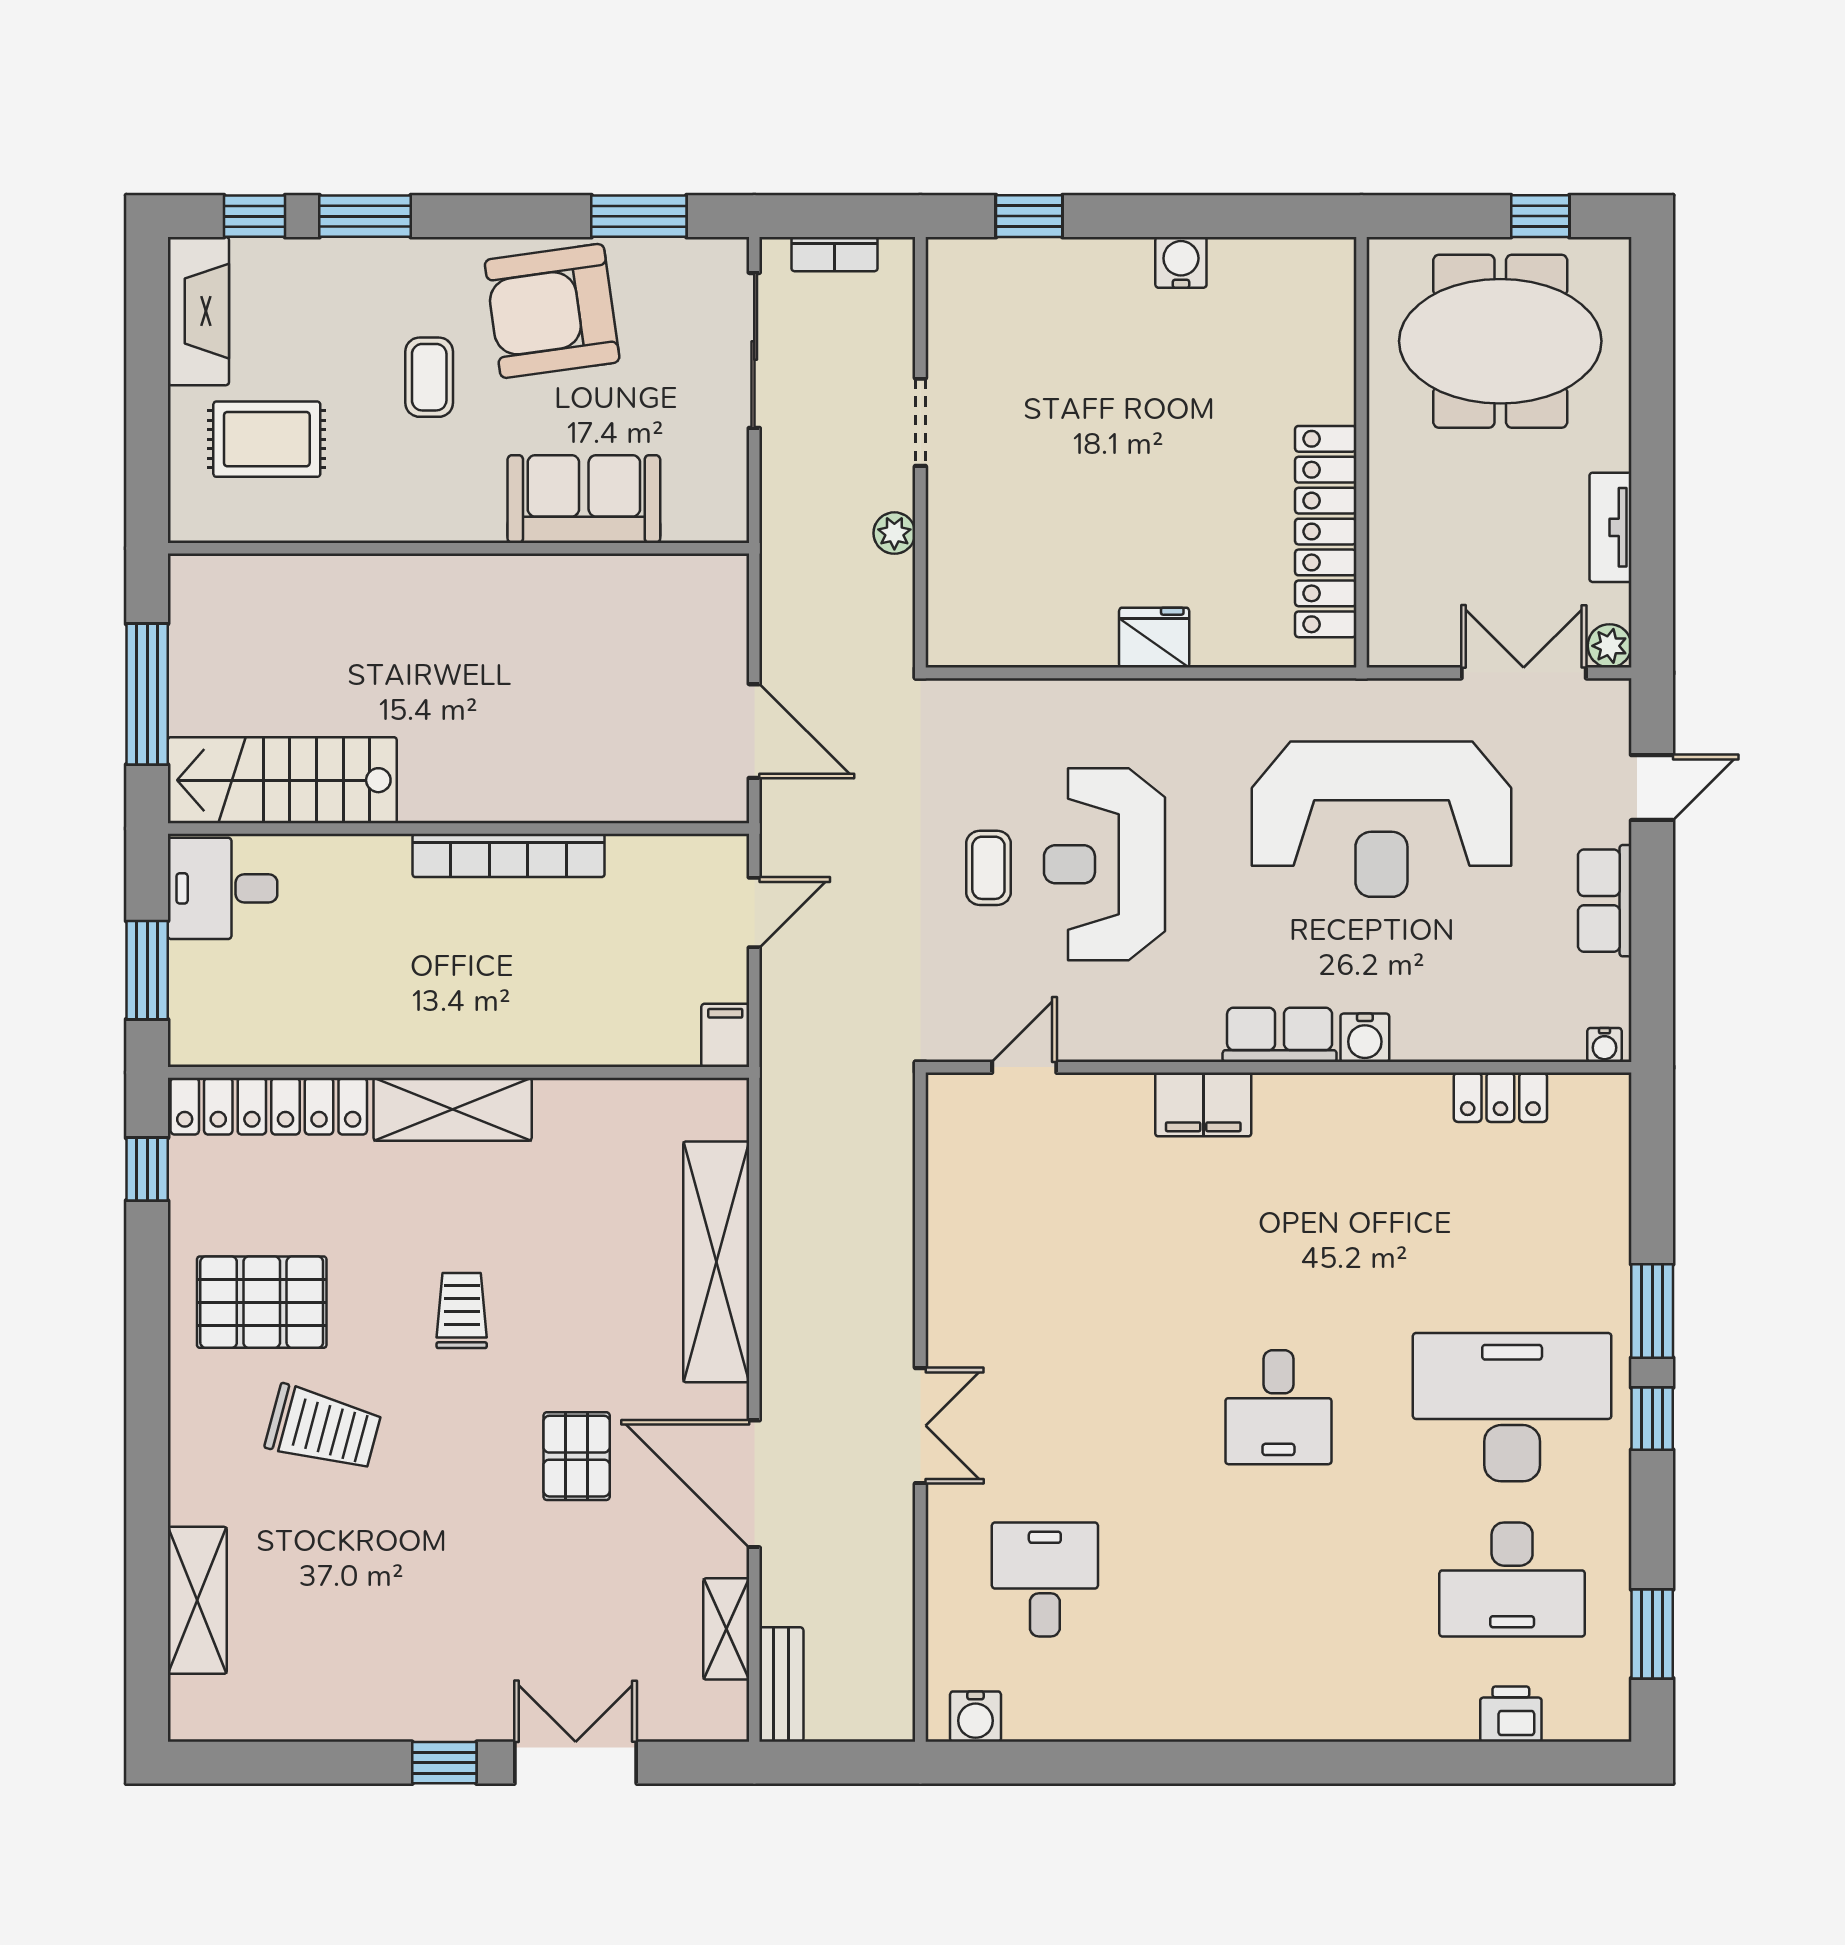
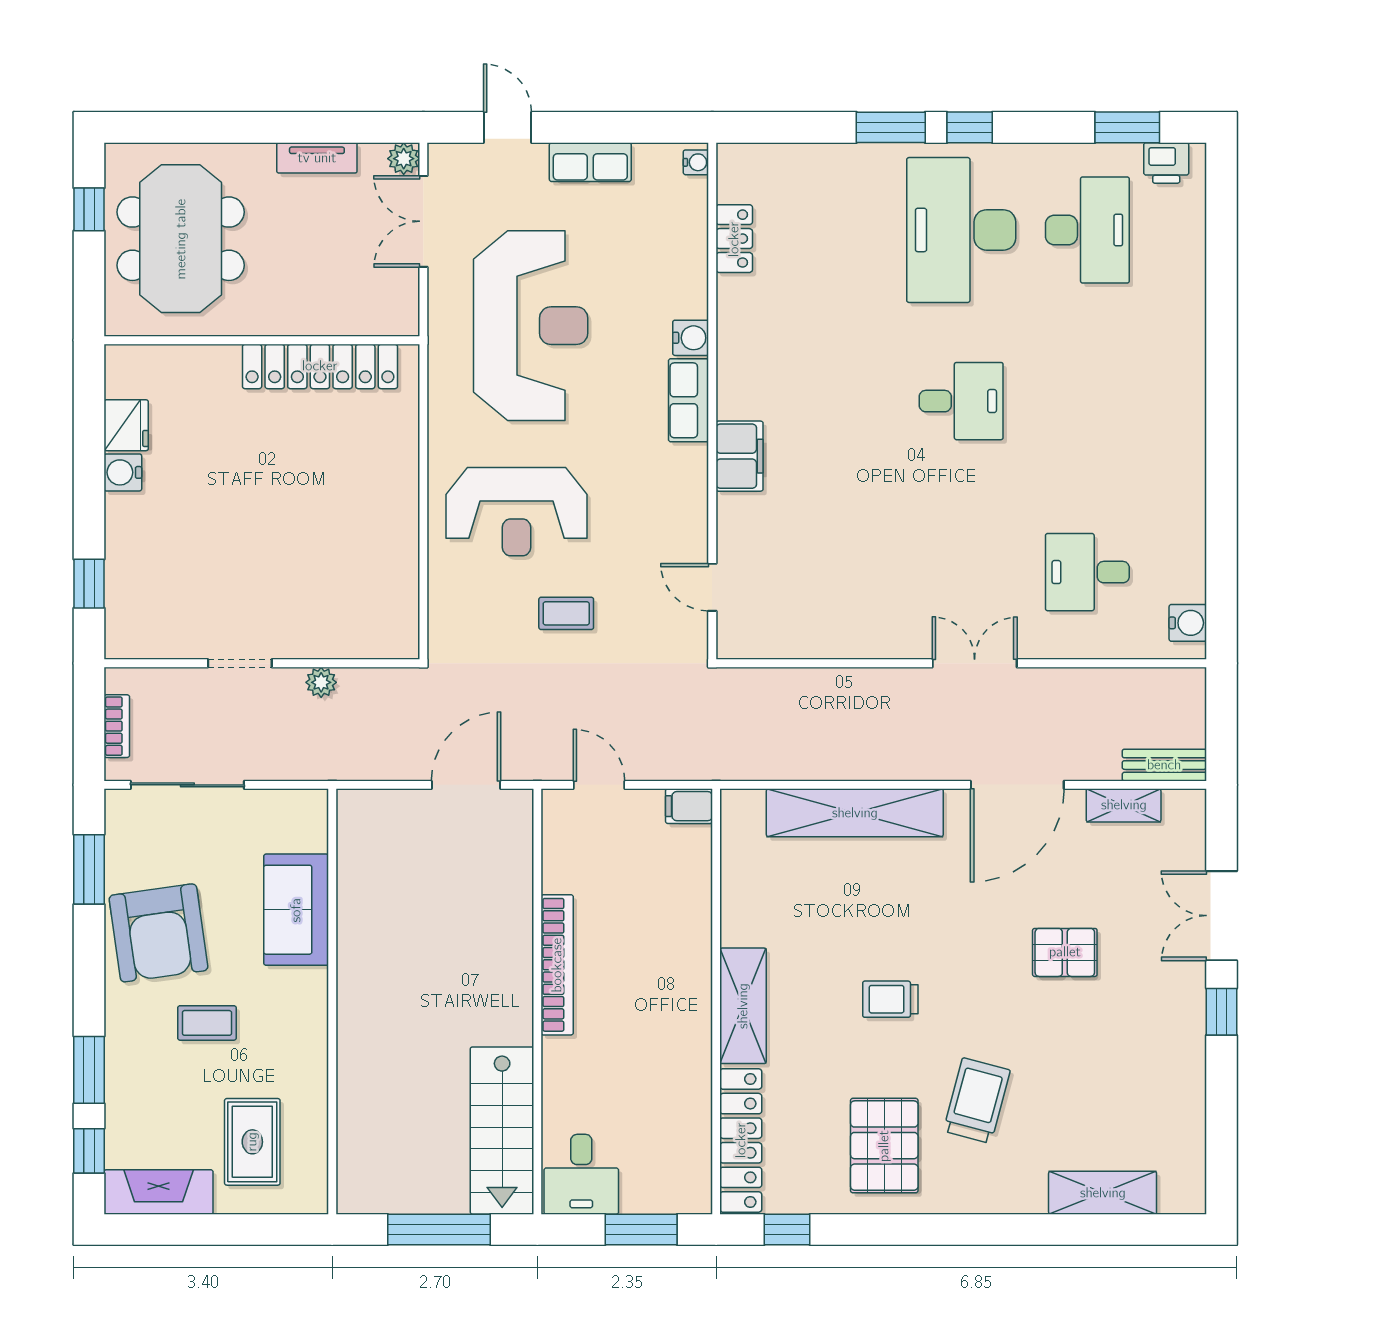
fridge: (1154, 638) -> (126, 425), moved, turned 180
reception desk: (1104, 864) -> (516, 512), moved
pallet: (577, 1456) -> (1065, 952), moved
printer: (1511, 1714) -> (1166, 163), moved, turned -90

